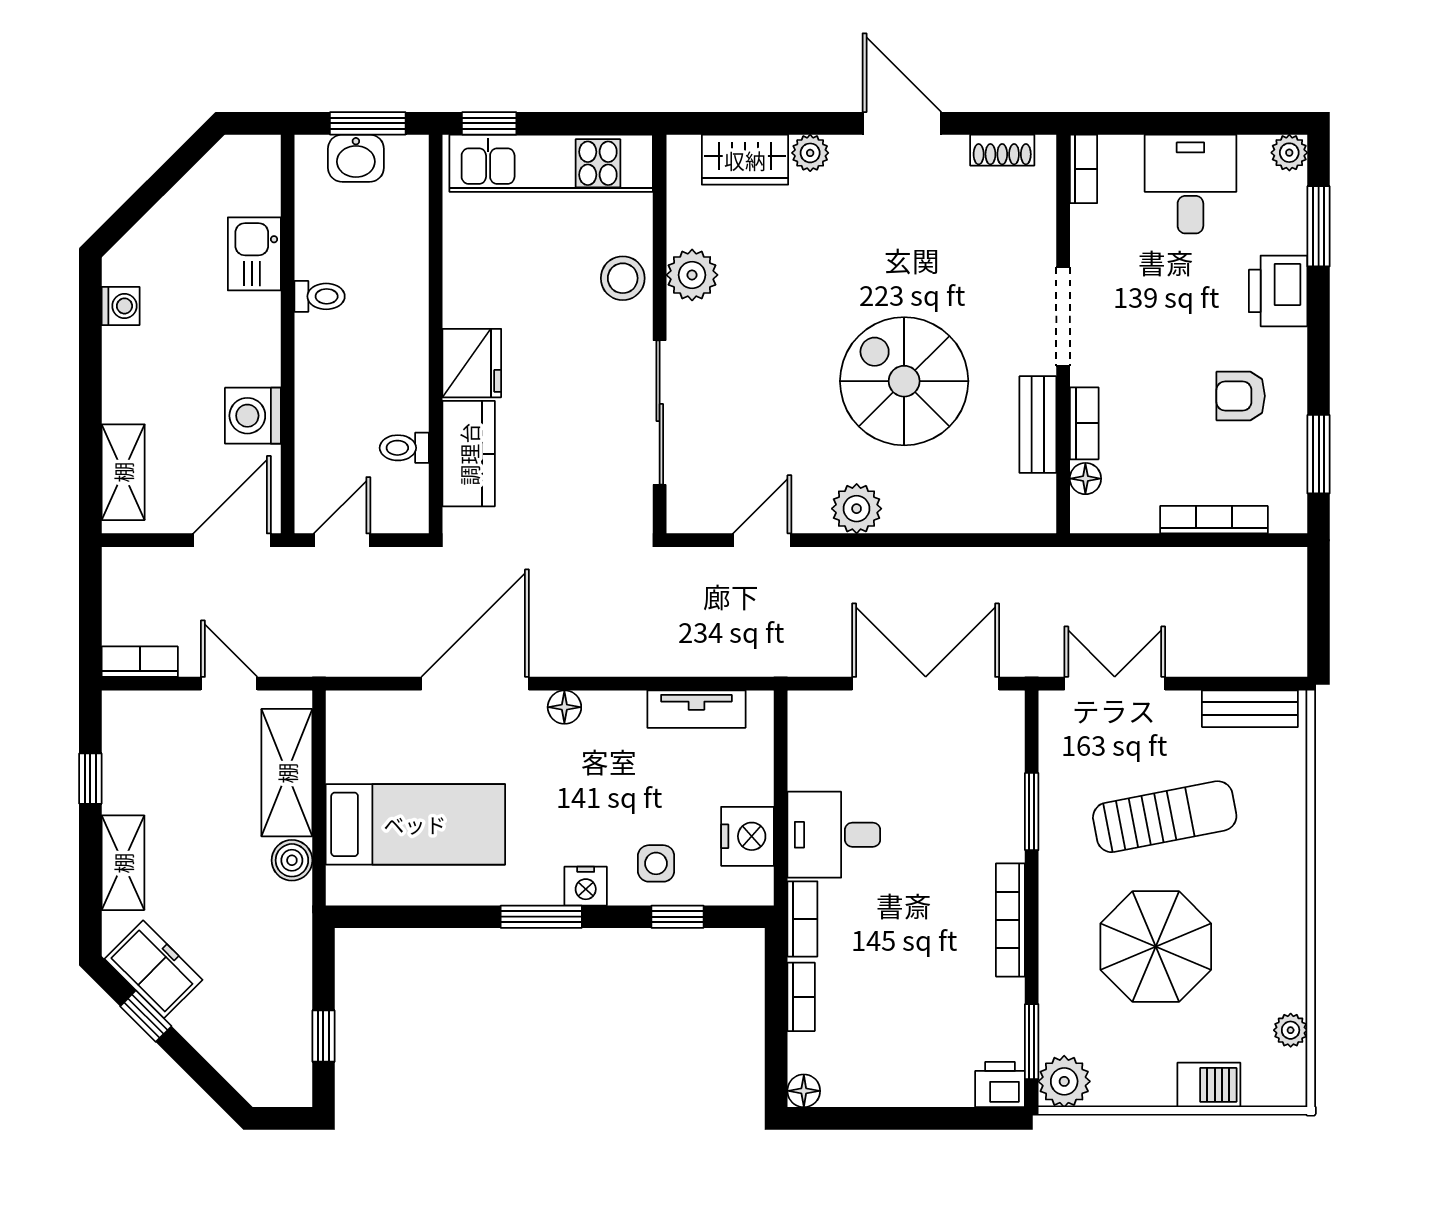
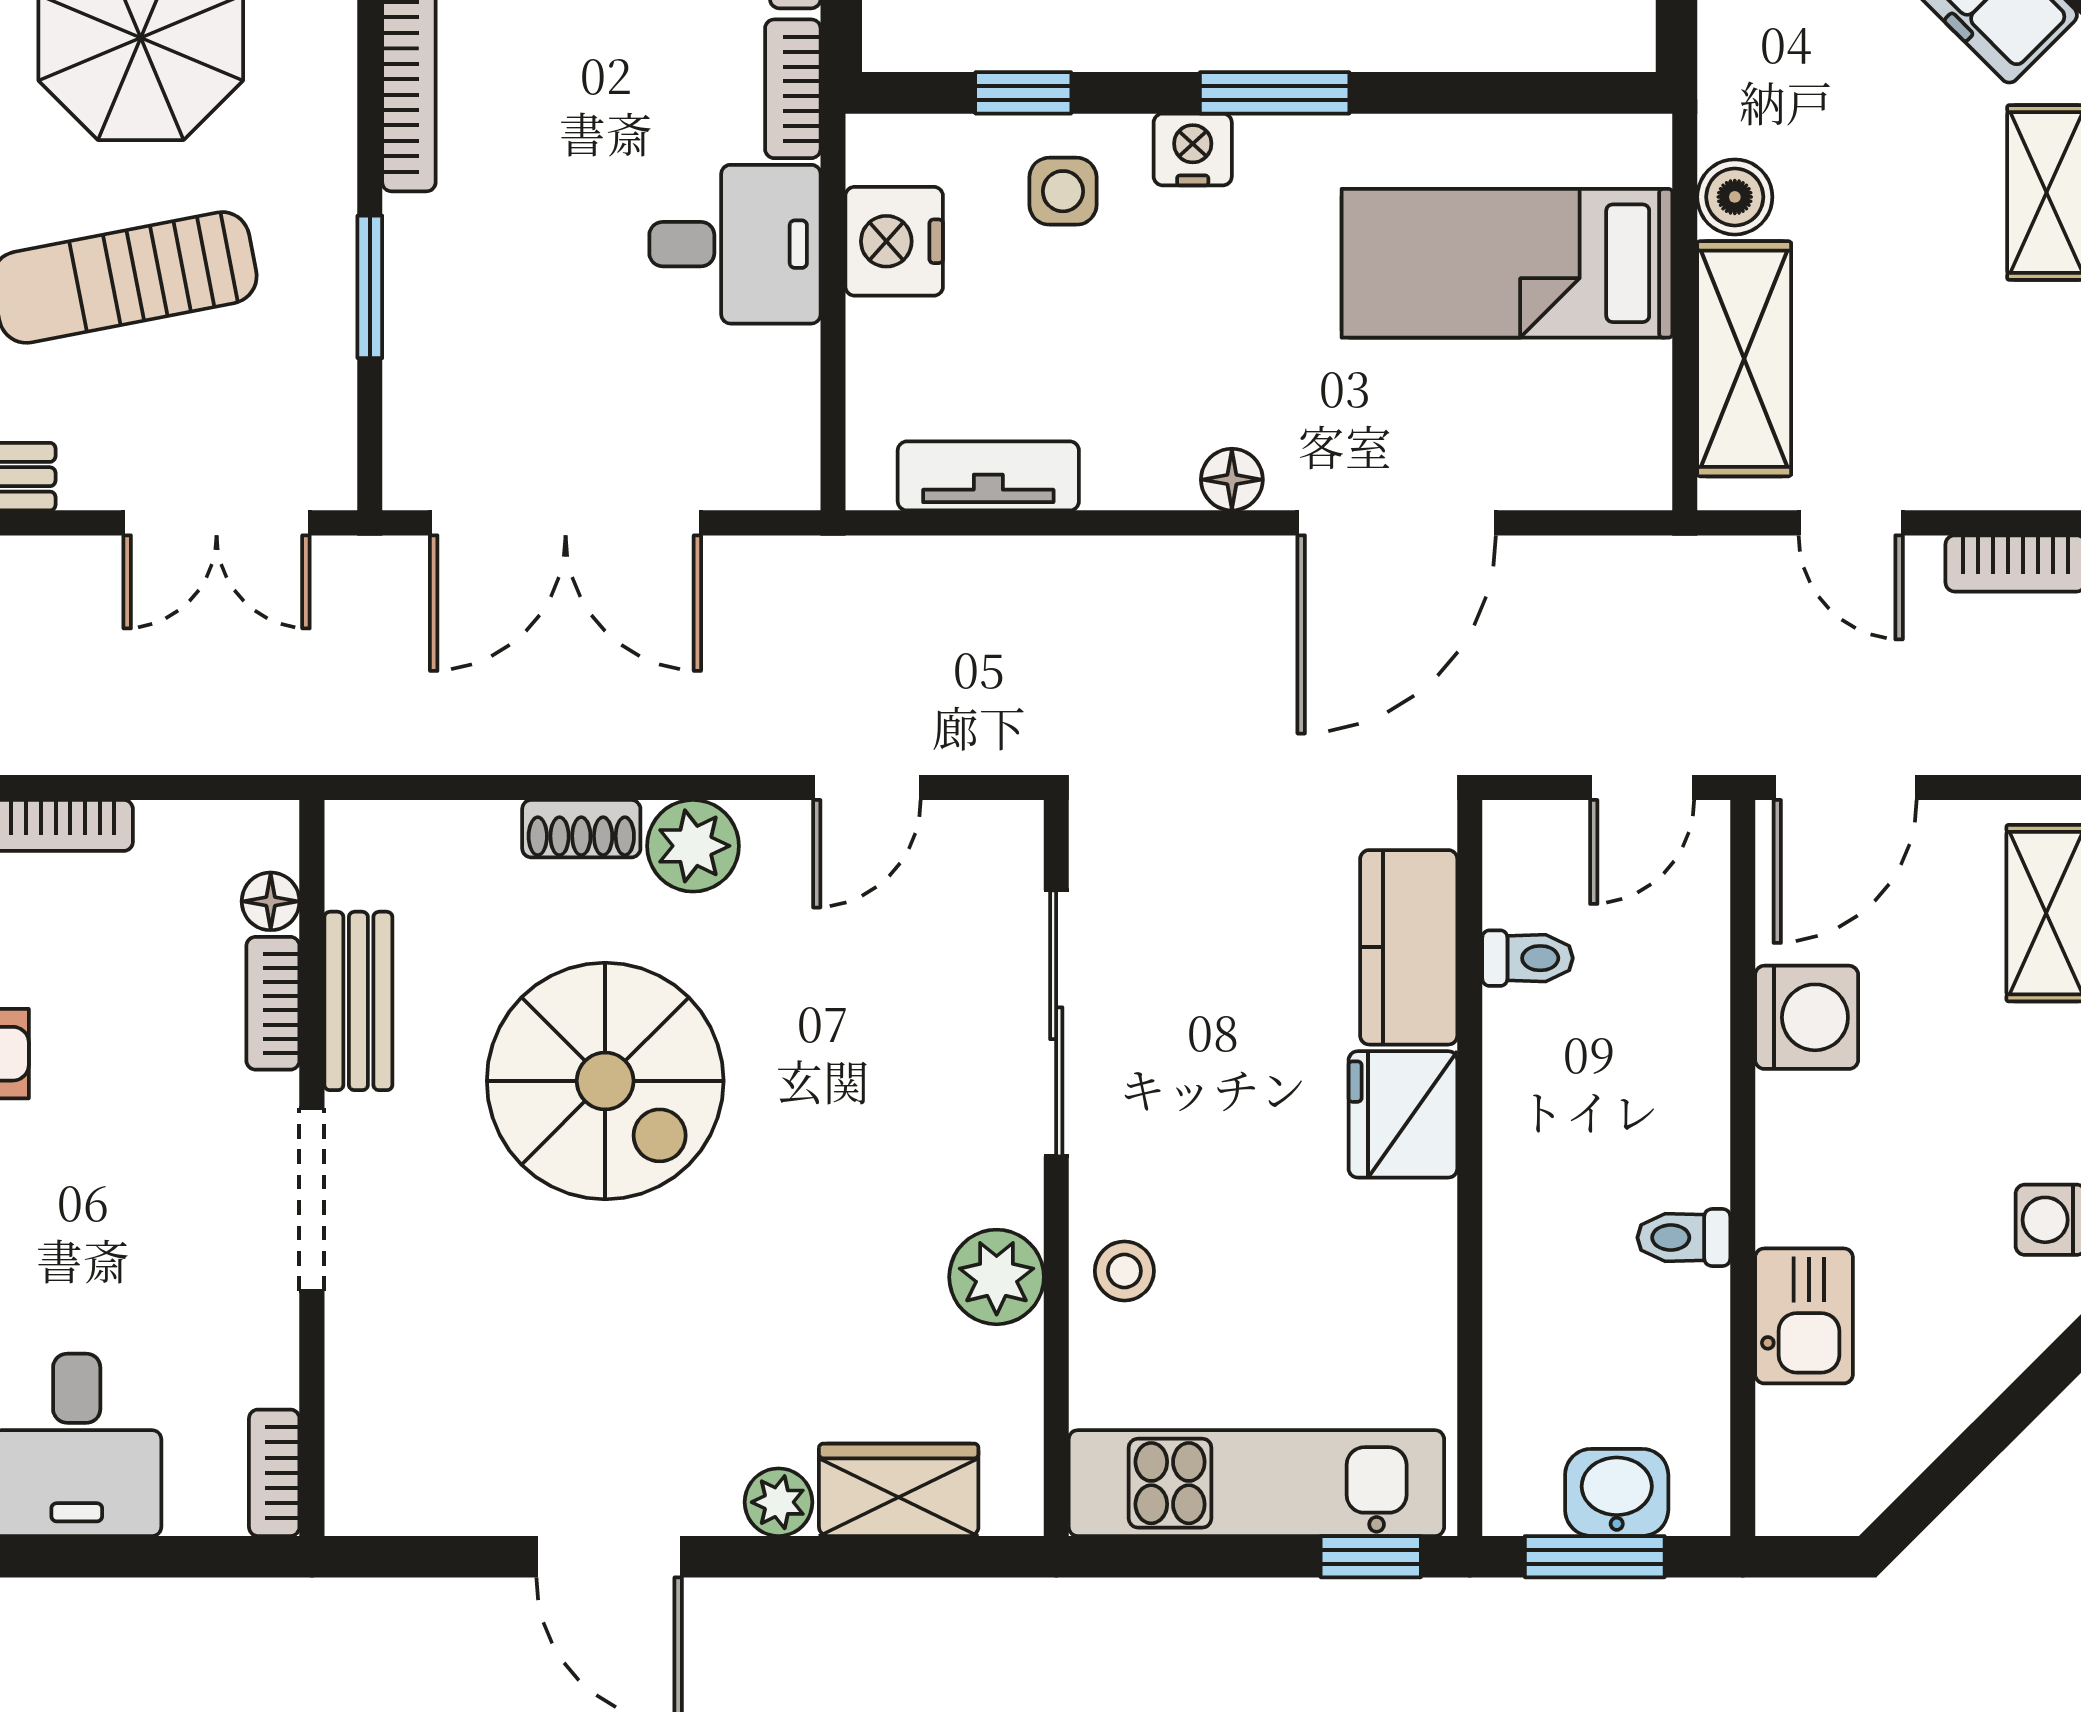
shoe rack: (1002, 150) -> (581, 829), moved, turned 180
stool: (623, 278) -> (1124, 1271), width x0.73, depth x0.73

